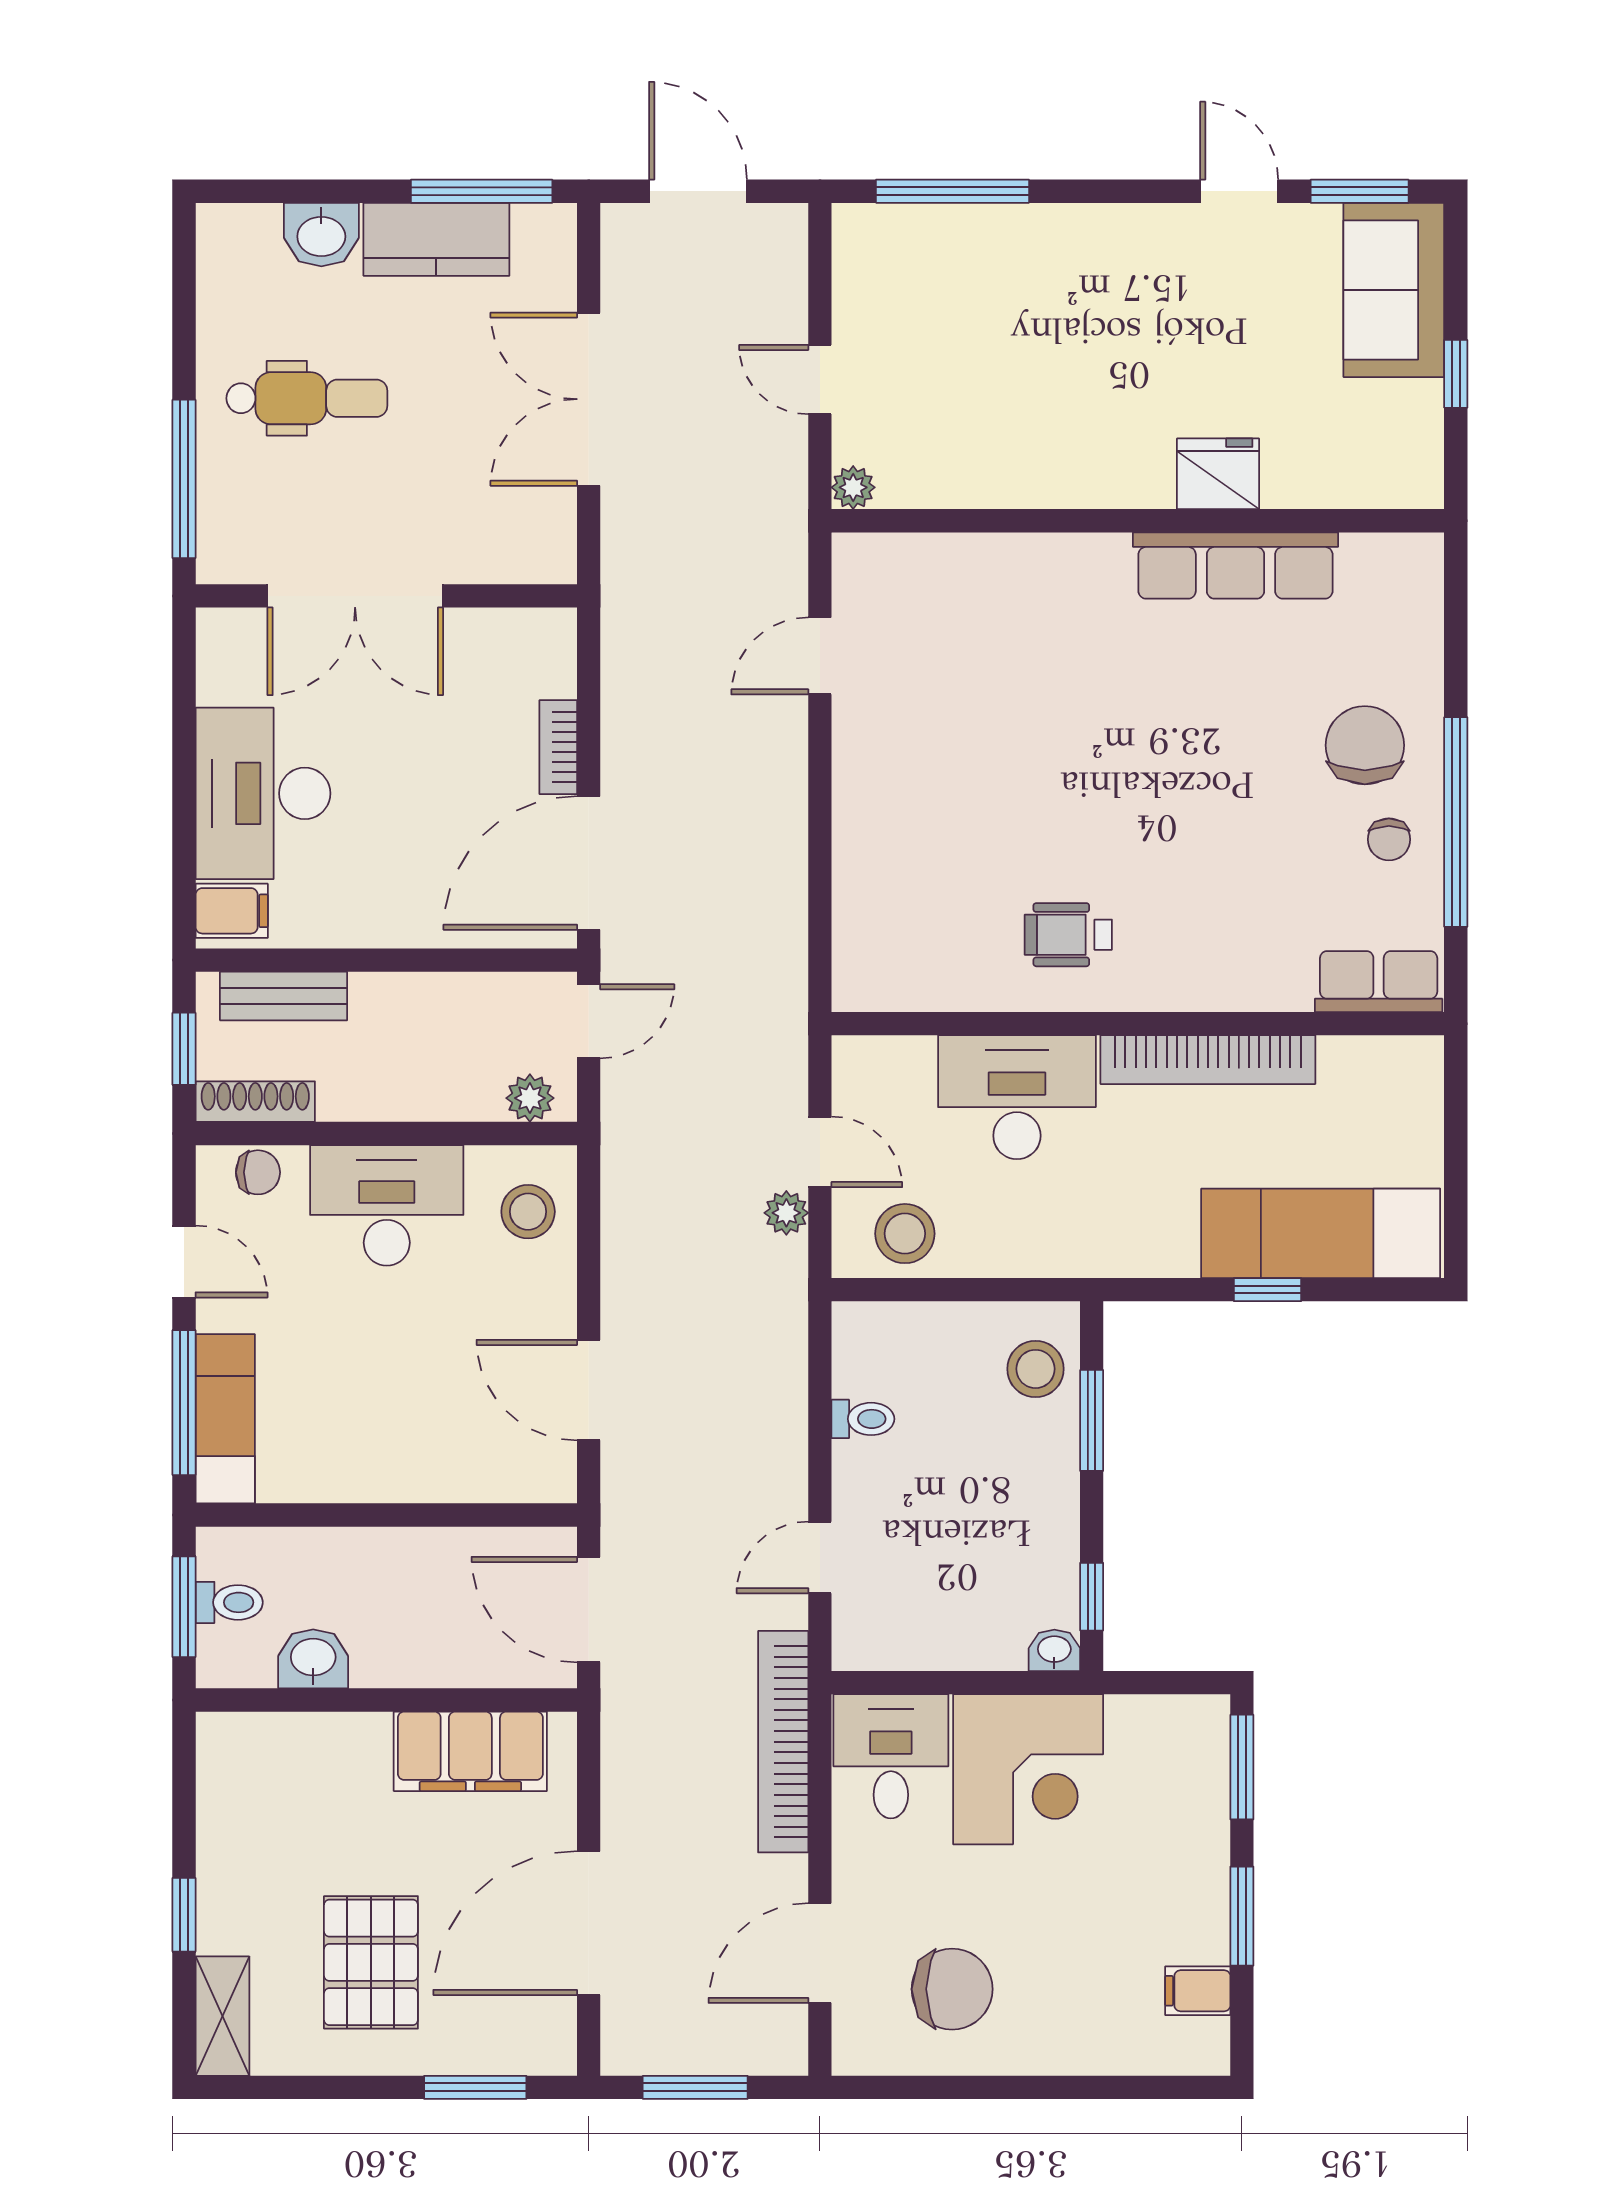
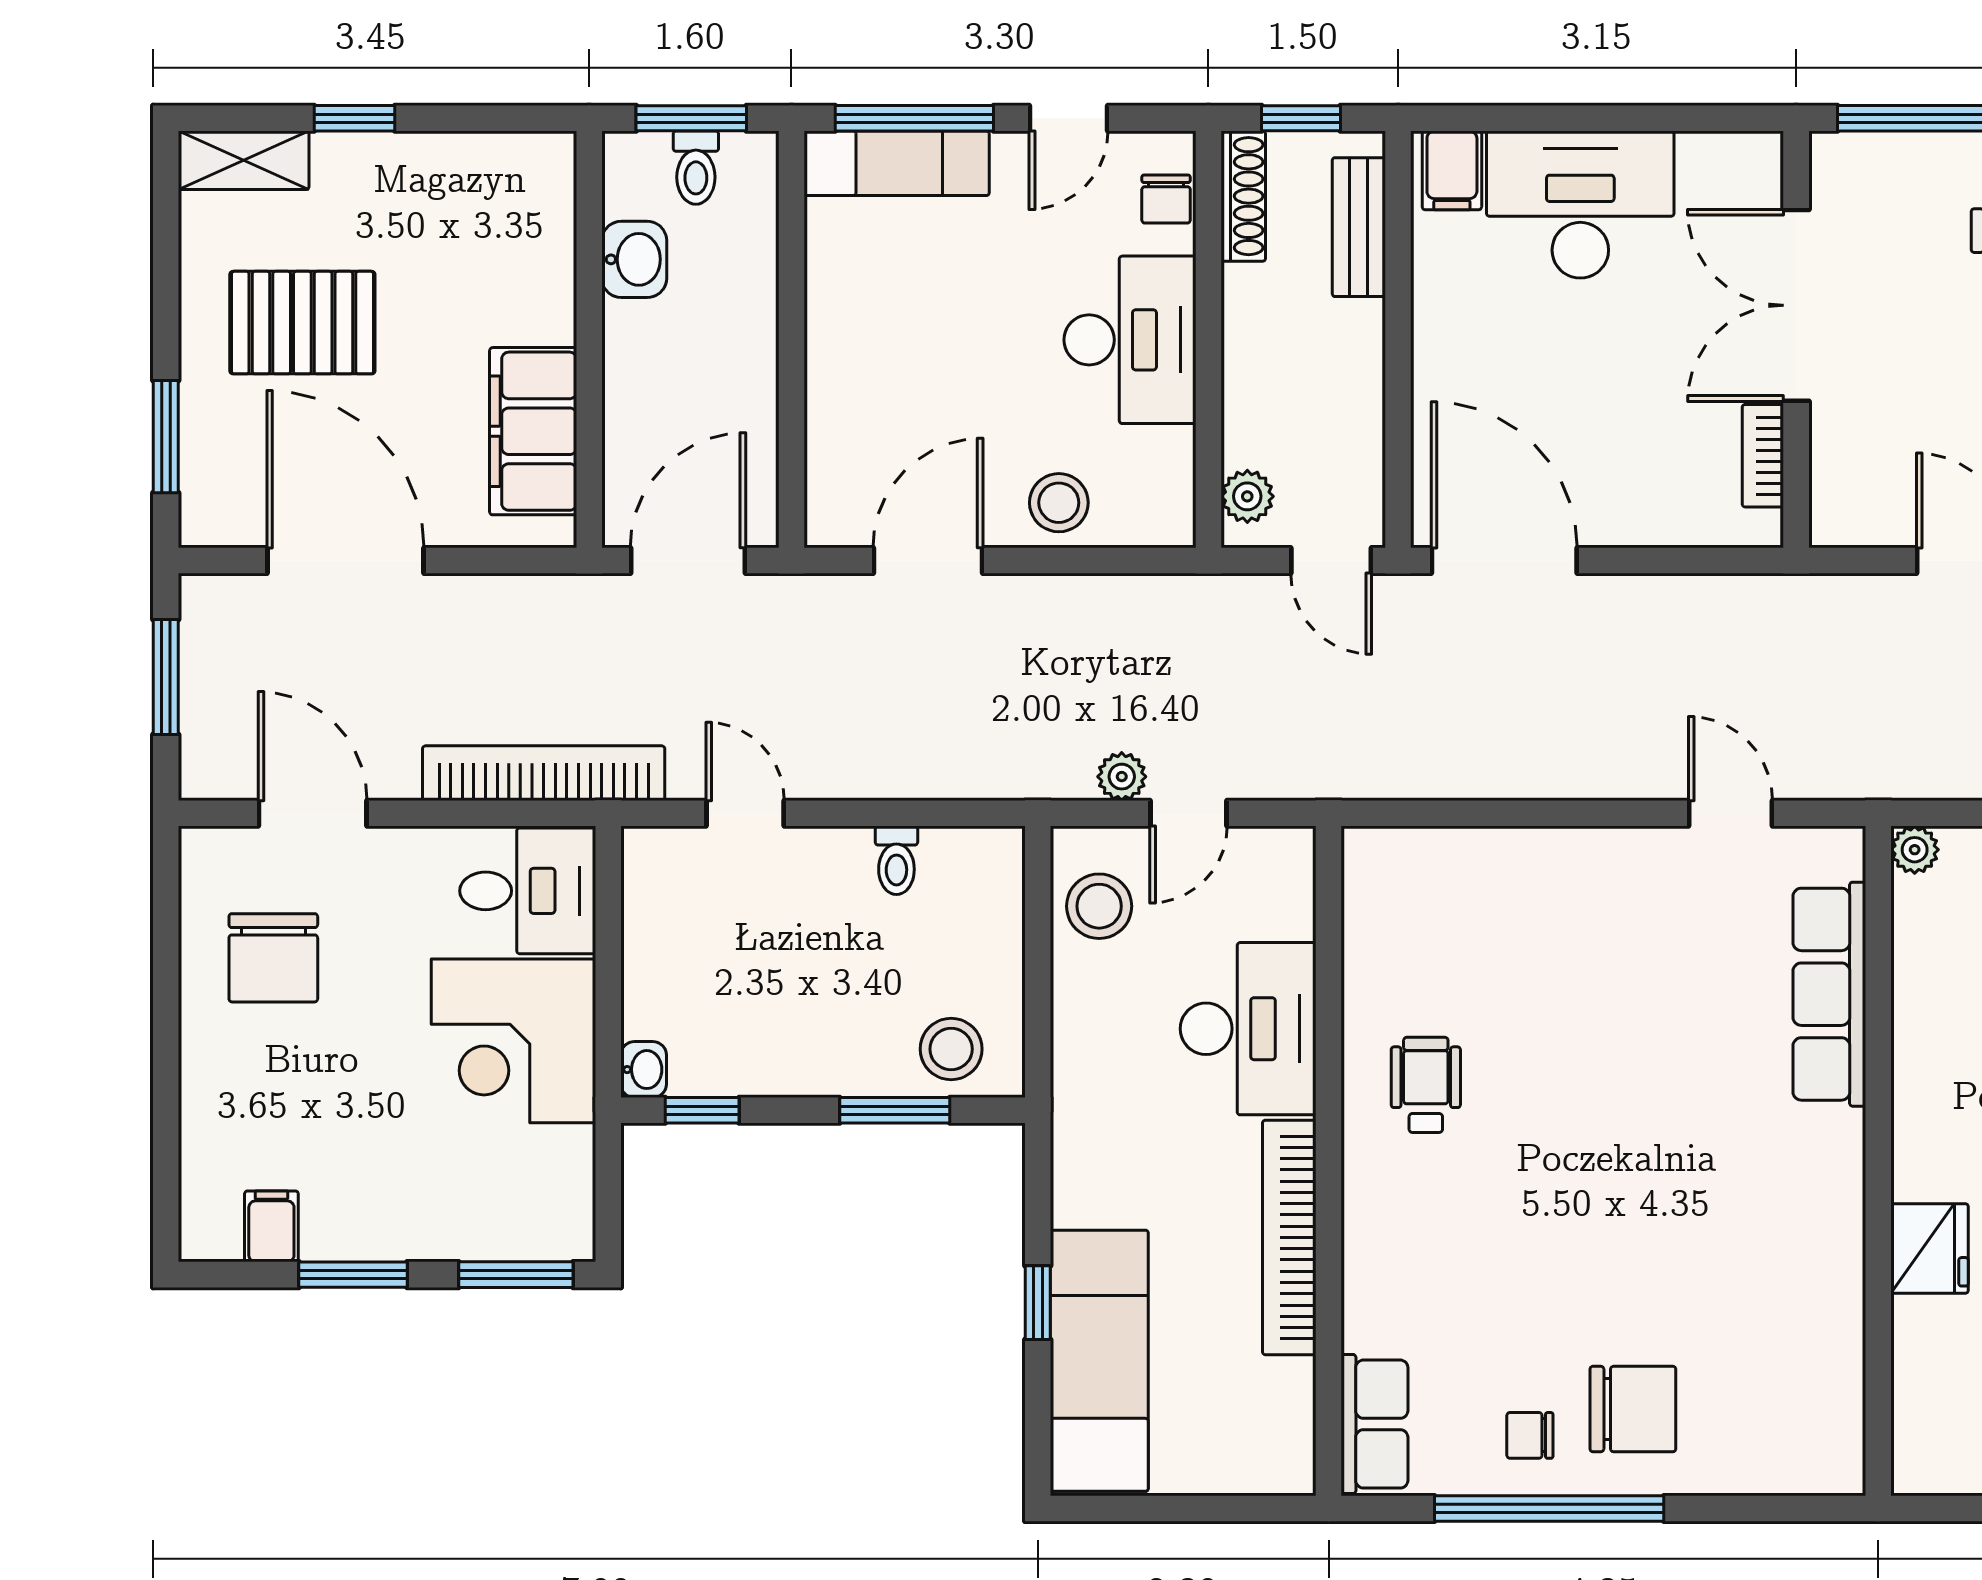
row of seats: (1235, 566) -> (1829, 994), moved
bookcase: (558, 747) -> (1763, 456), moved, turned -90
stool: (528, 1212) -> (1059, 503), moved

